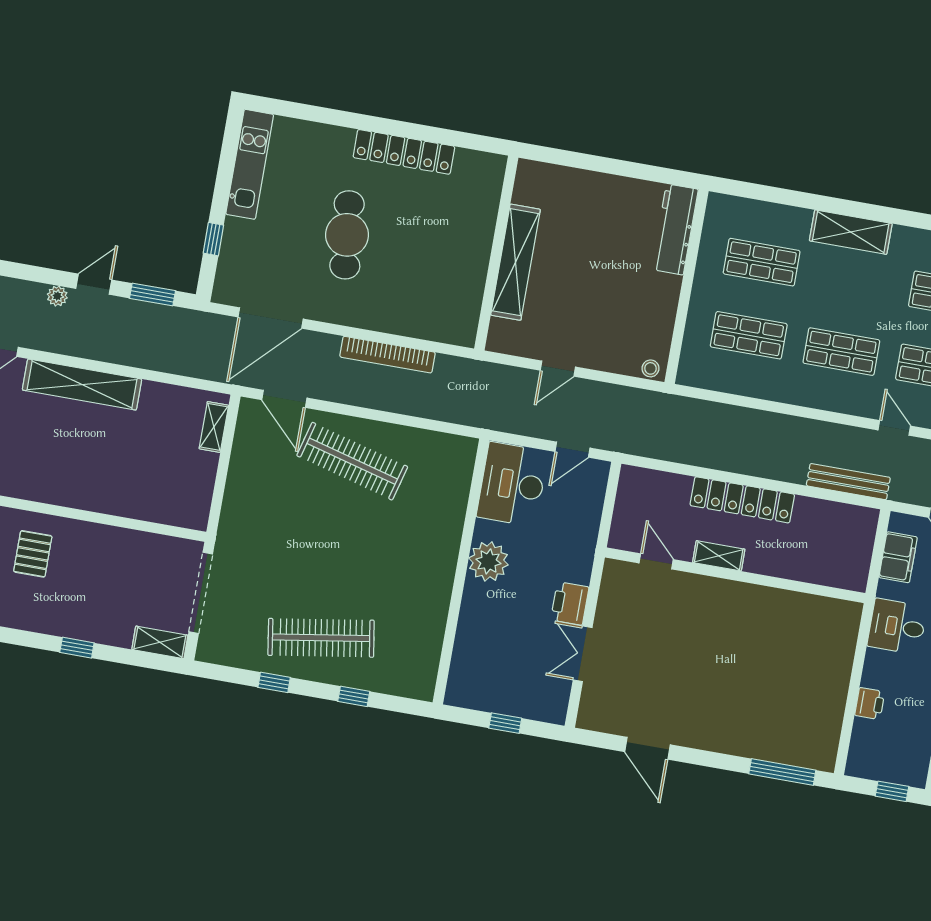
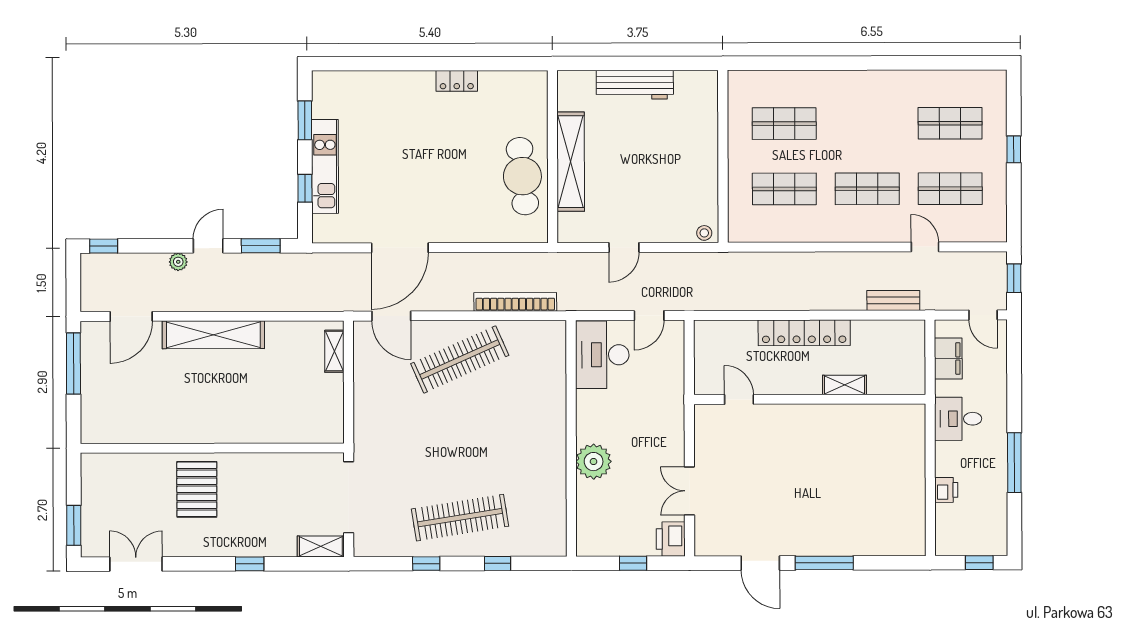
locker: (404, 152) -> (457, 81), width x0.46, depth x0.83
window: (227, 163) -> (305, 120), added
kitchen unit: (250, 164) -> (325, 166), moved
workbench: (675, 229) -> (635, 85), moved, turned -90
shelving: (851, 232) -> (857, 84), removed
cafe table: (347, 235) -> (522, 176), moved
door: (271, 318) -> (400, 248), moved
bookcase: (387, 355) -> (515, 302), moved, turned 180
clothes rail: (352, 461) -> (460, 360), turned -39
bench: (848, 482) -> (893, 300), width x0.73
pallet: (33, 554) -> (197, 489), width x1.50, depth x1.42
shelving: (719, 556) -> (845, 385), moved
plant: (488, 561) -> (594, 462), moved
printer: (570, 603) -> (671, 539), moved
window: (782, 772) -> (824, 563), moved

